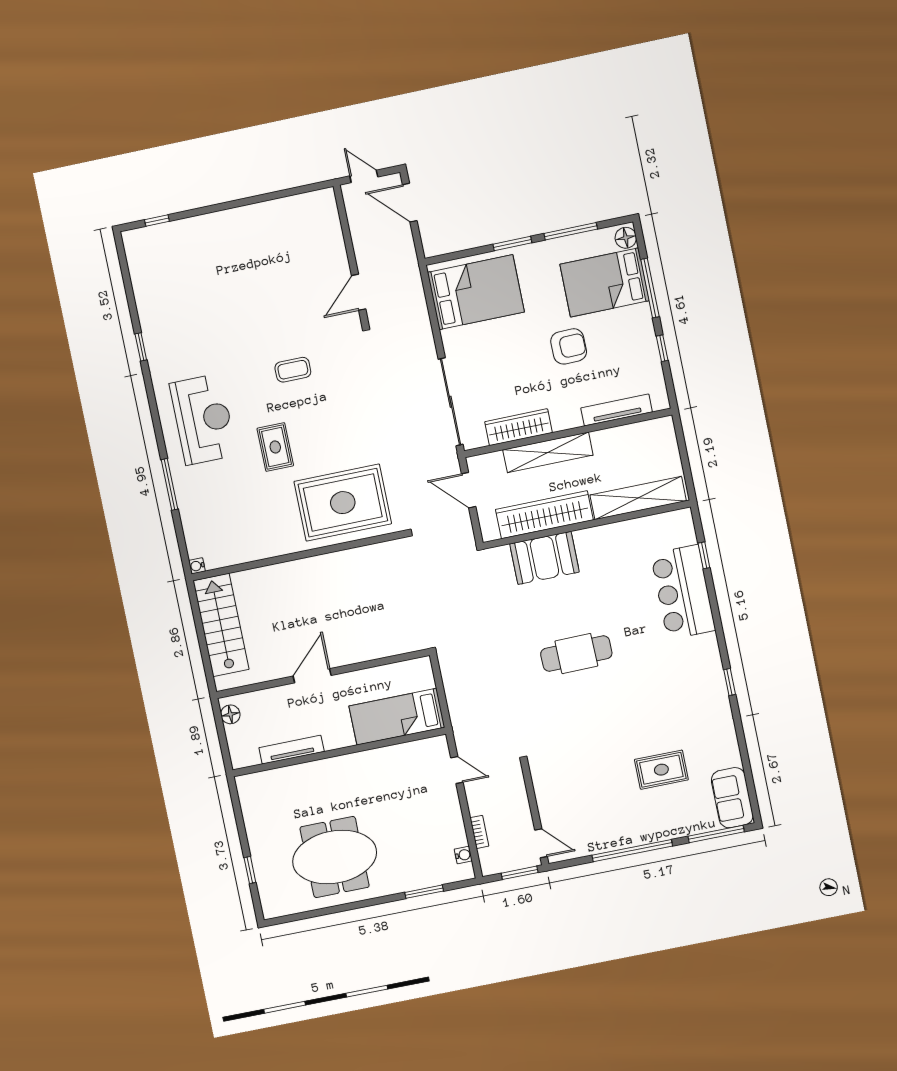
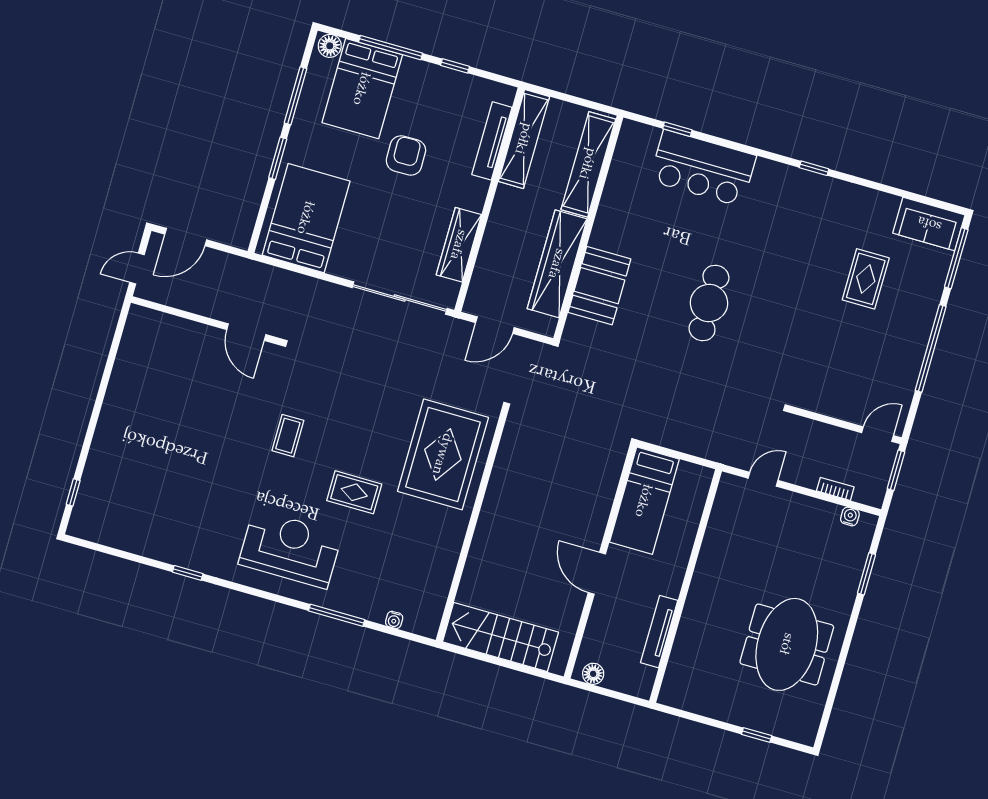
shelving: (548, 452) -> (524, 139), moved
water cooler: (197, 566) -> (394, 620), moved
bed: (397, 717) -> (644, 501), moved

